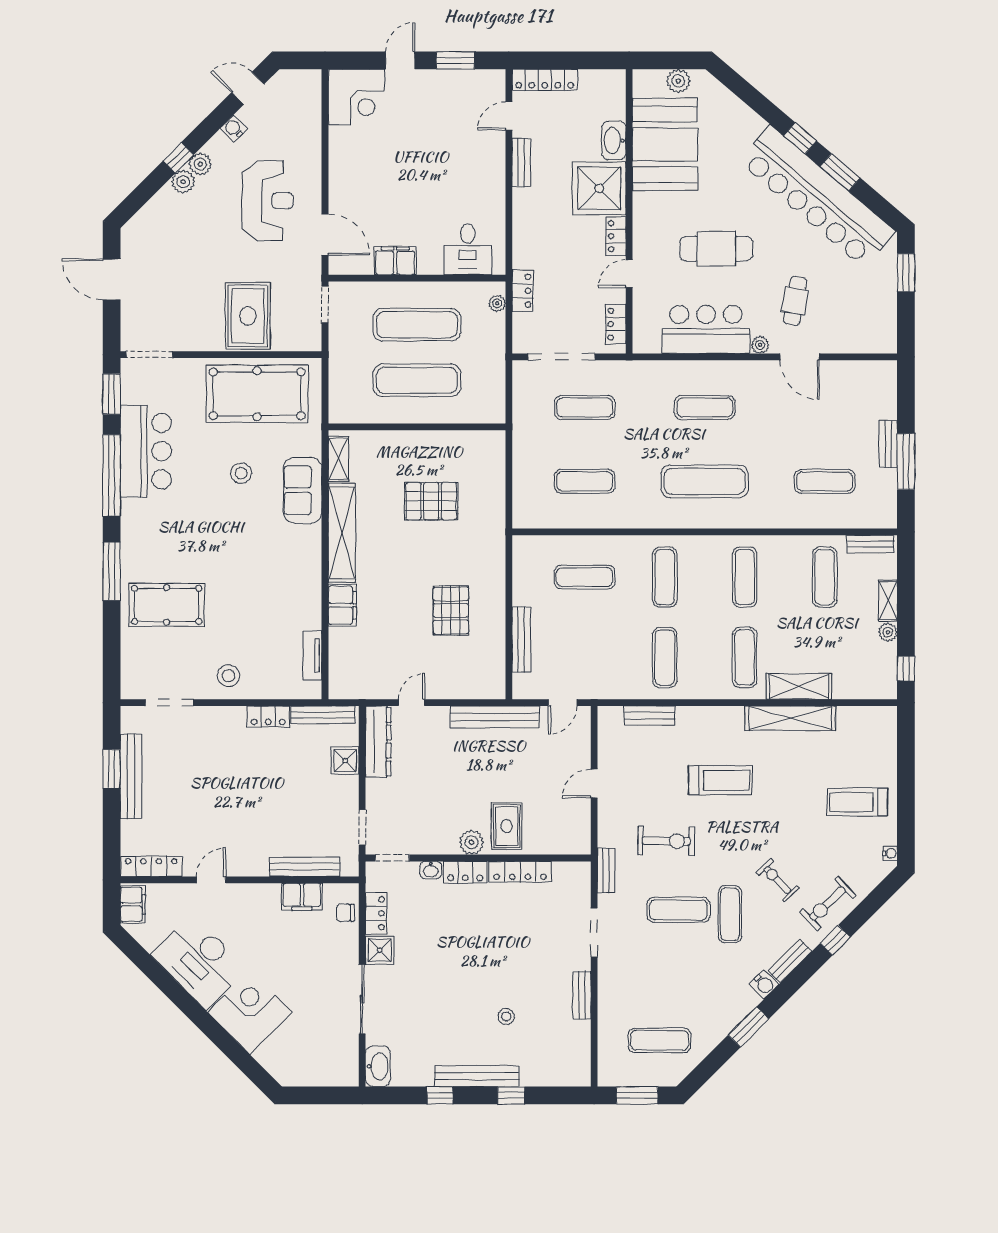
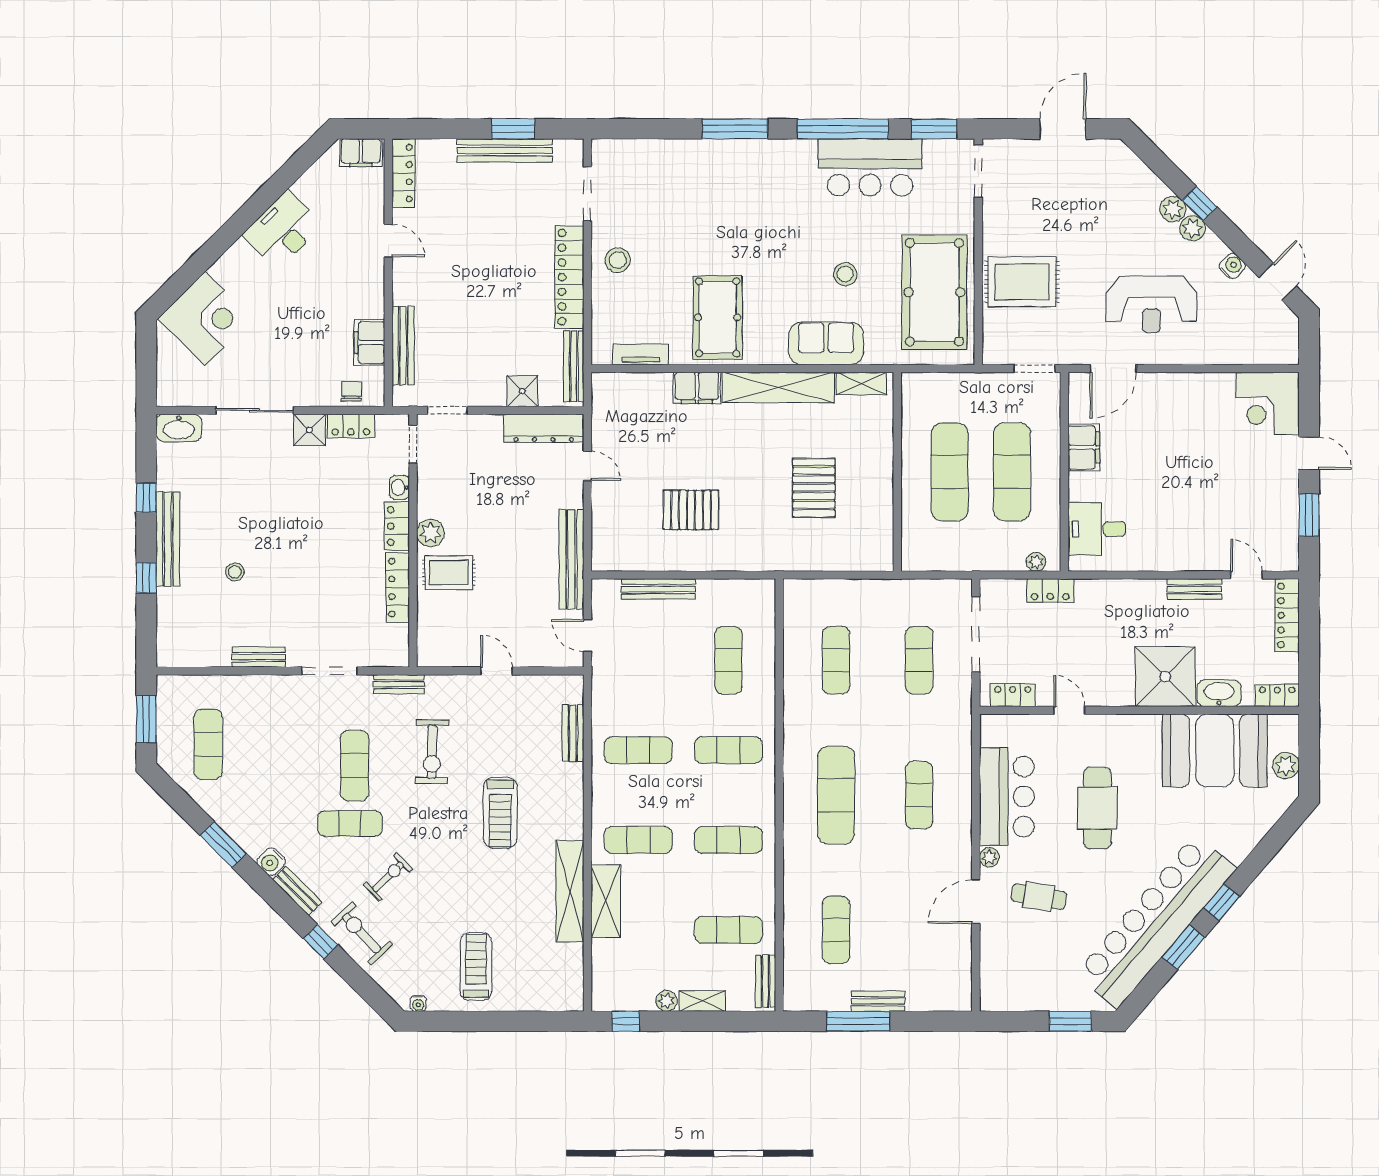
locker: (616, 236) -> (1277, 695), moved
pool table: (167, 605) -> (718, 317), moved
locker: (268, 717) -> (569, 277), width x2.16, depth x1.21
desk: (199, 962) -> (283, 230), width x0.73, depth x0.77
corner desk: (250, 1012) -> (205, 319), moved

